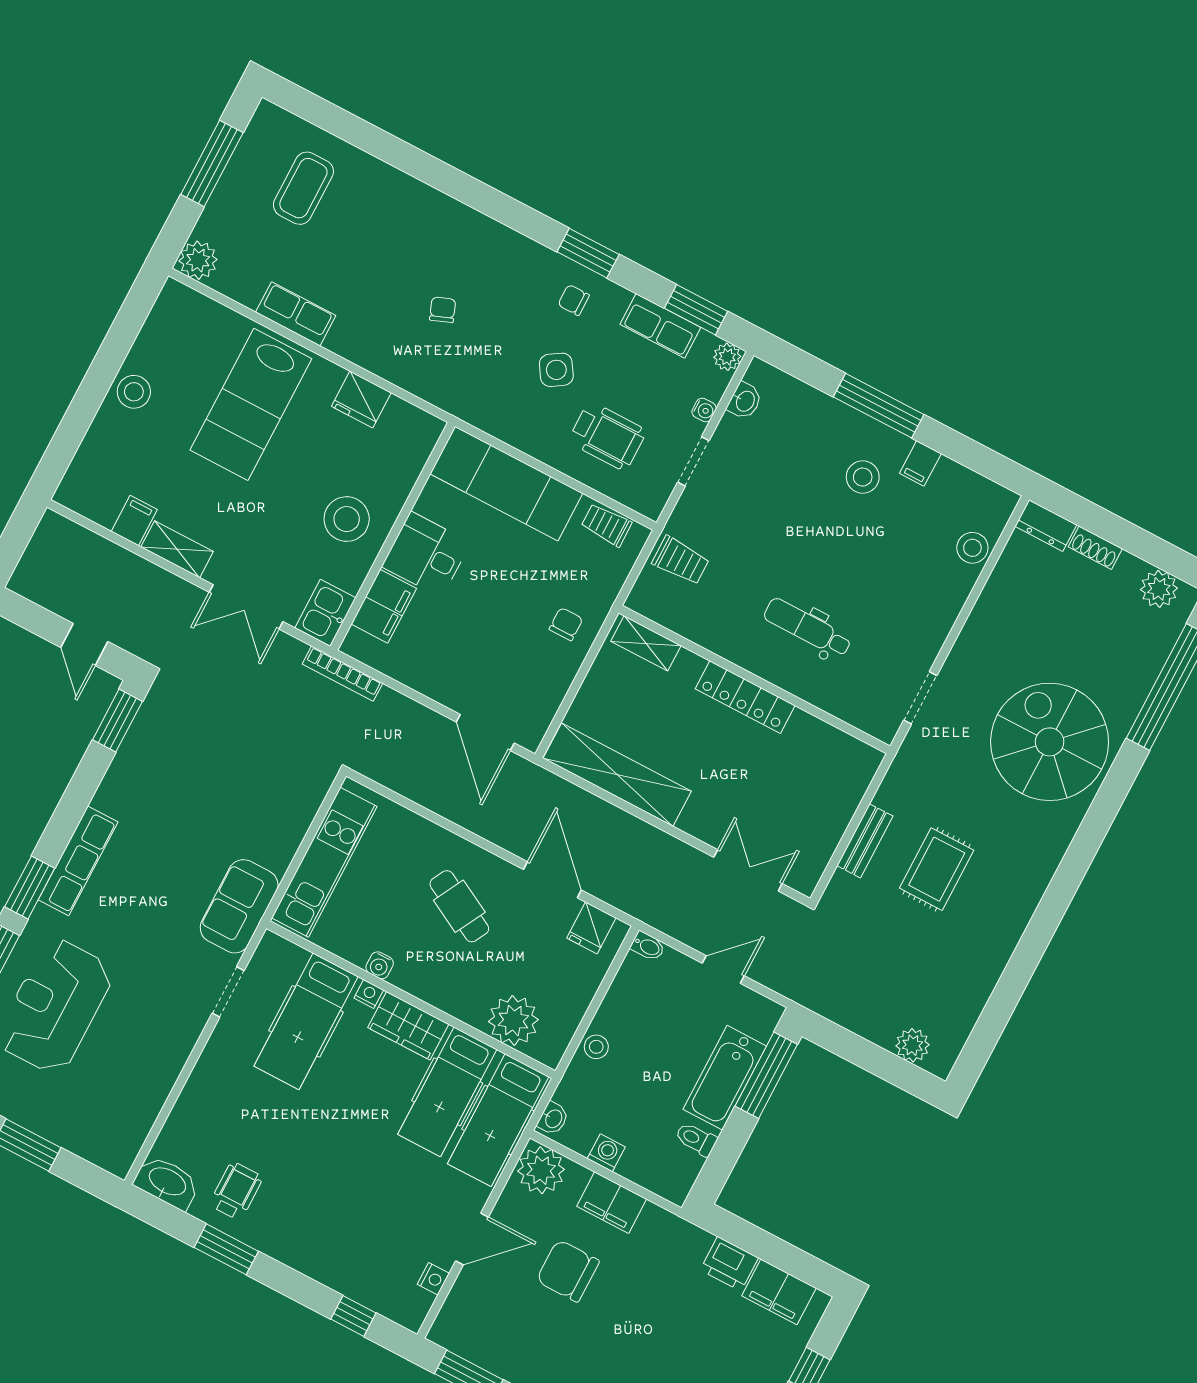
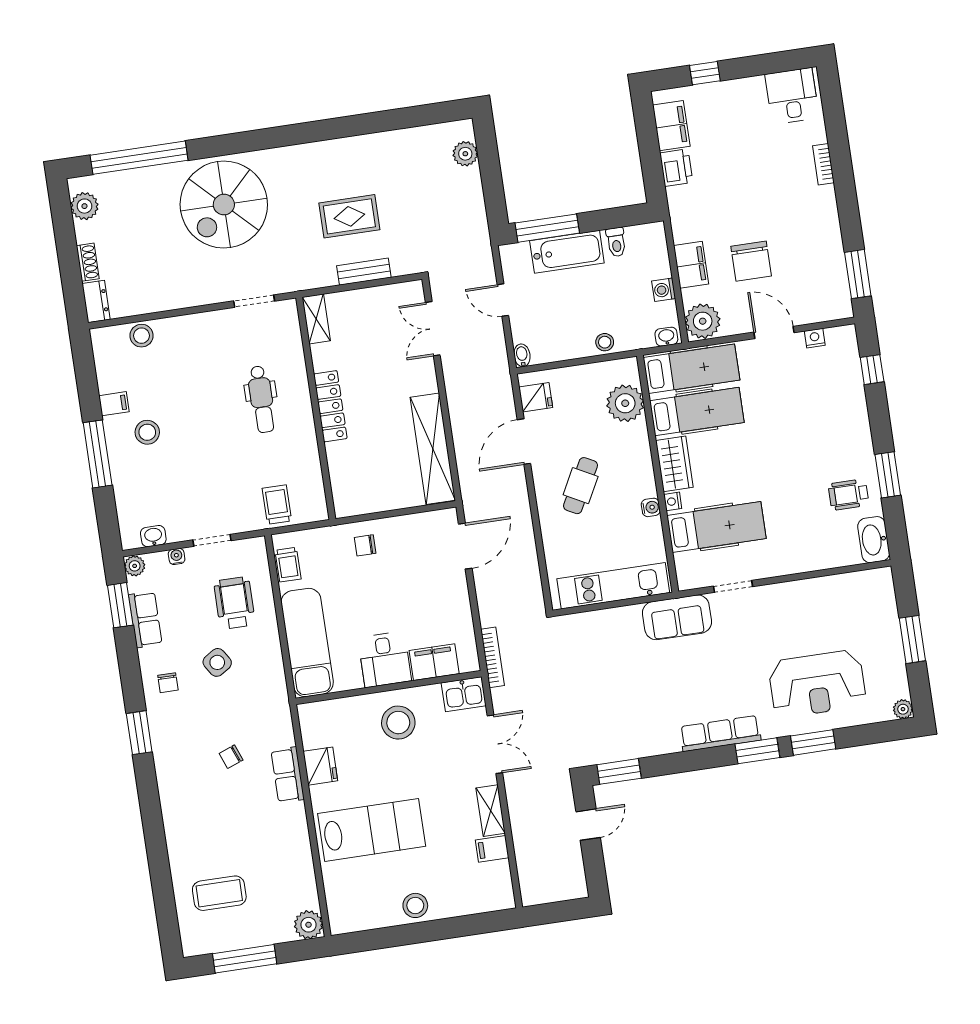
window: (588, 253) -> (139, 733), moved
row of seats: (296, 314) -> (288, 775), moved
shelving: (646, 643) -> (316, 319), moved

